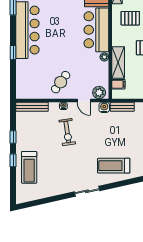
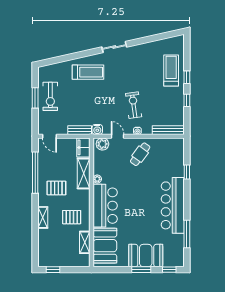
window: (13, 53) -> (187, 172), moved
filing cabinet: (118, 84) -> (83, 147), width x2.00

